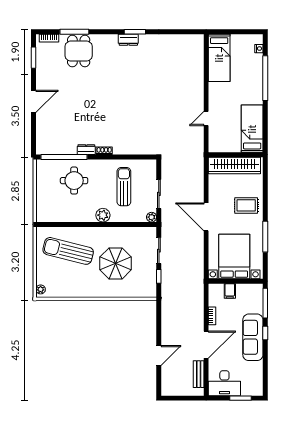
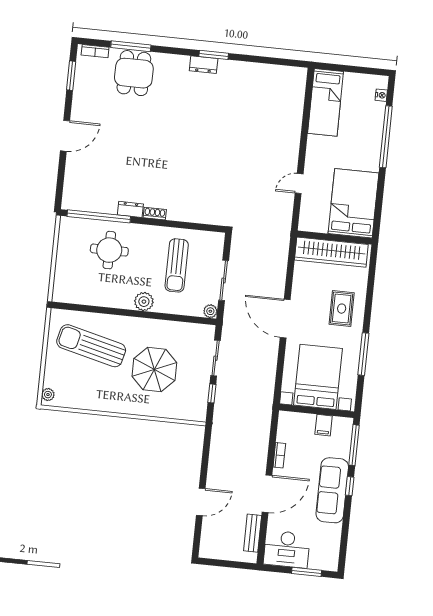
bed: (252, 129) -> (353, 203), width x1.50
sun lounger: (124, 187) -> (177, 265), turned 180
rug: (246, 205) -> (342, 309), turned 90
filing cabinet: (230, 291) -> (324, 425), moved

